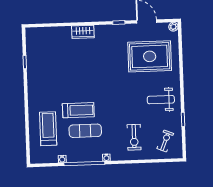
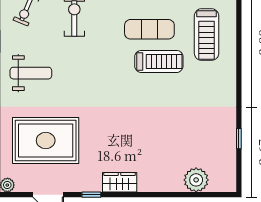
wardrobe: (83, 32) -> (120, 182), moved
plant: (51, 34) -> (196, 180), added
treadmill: (78, 110) -> (159, 61), turned 180

